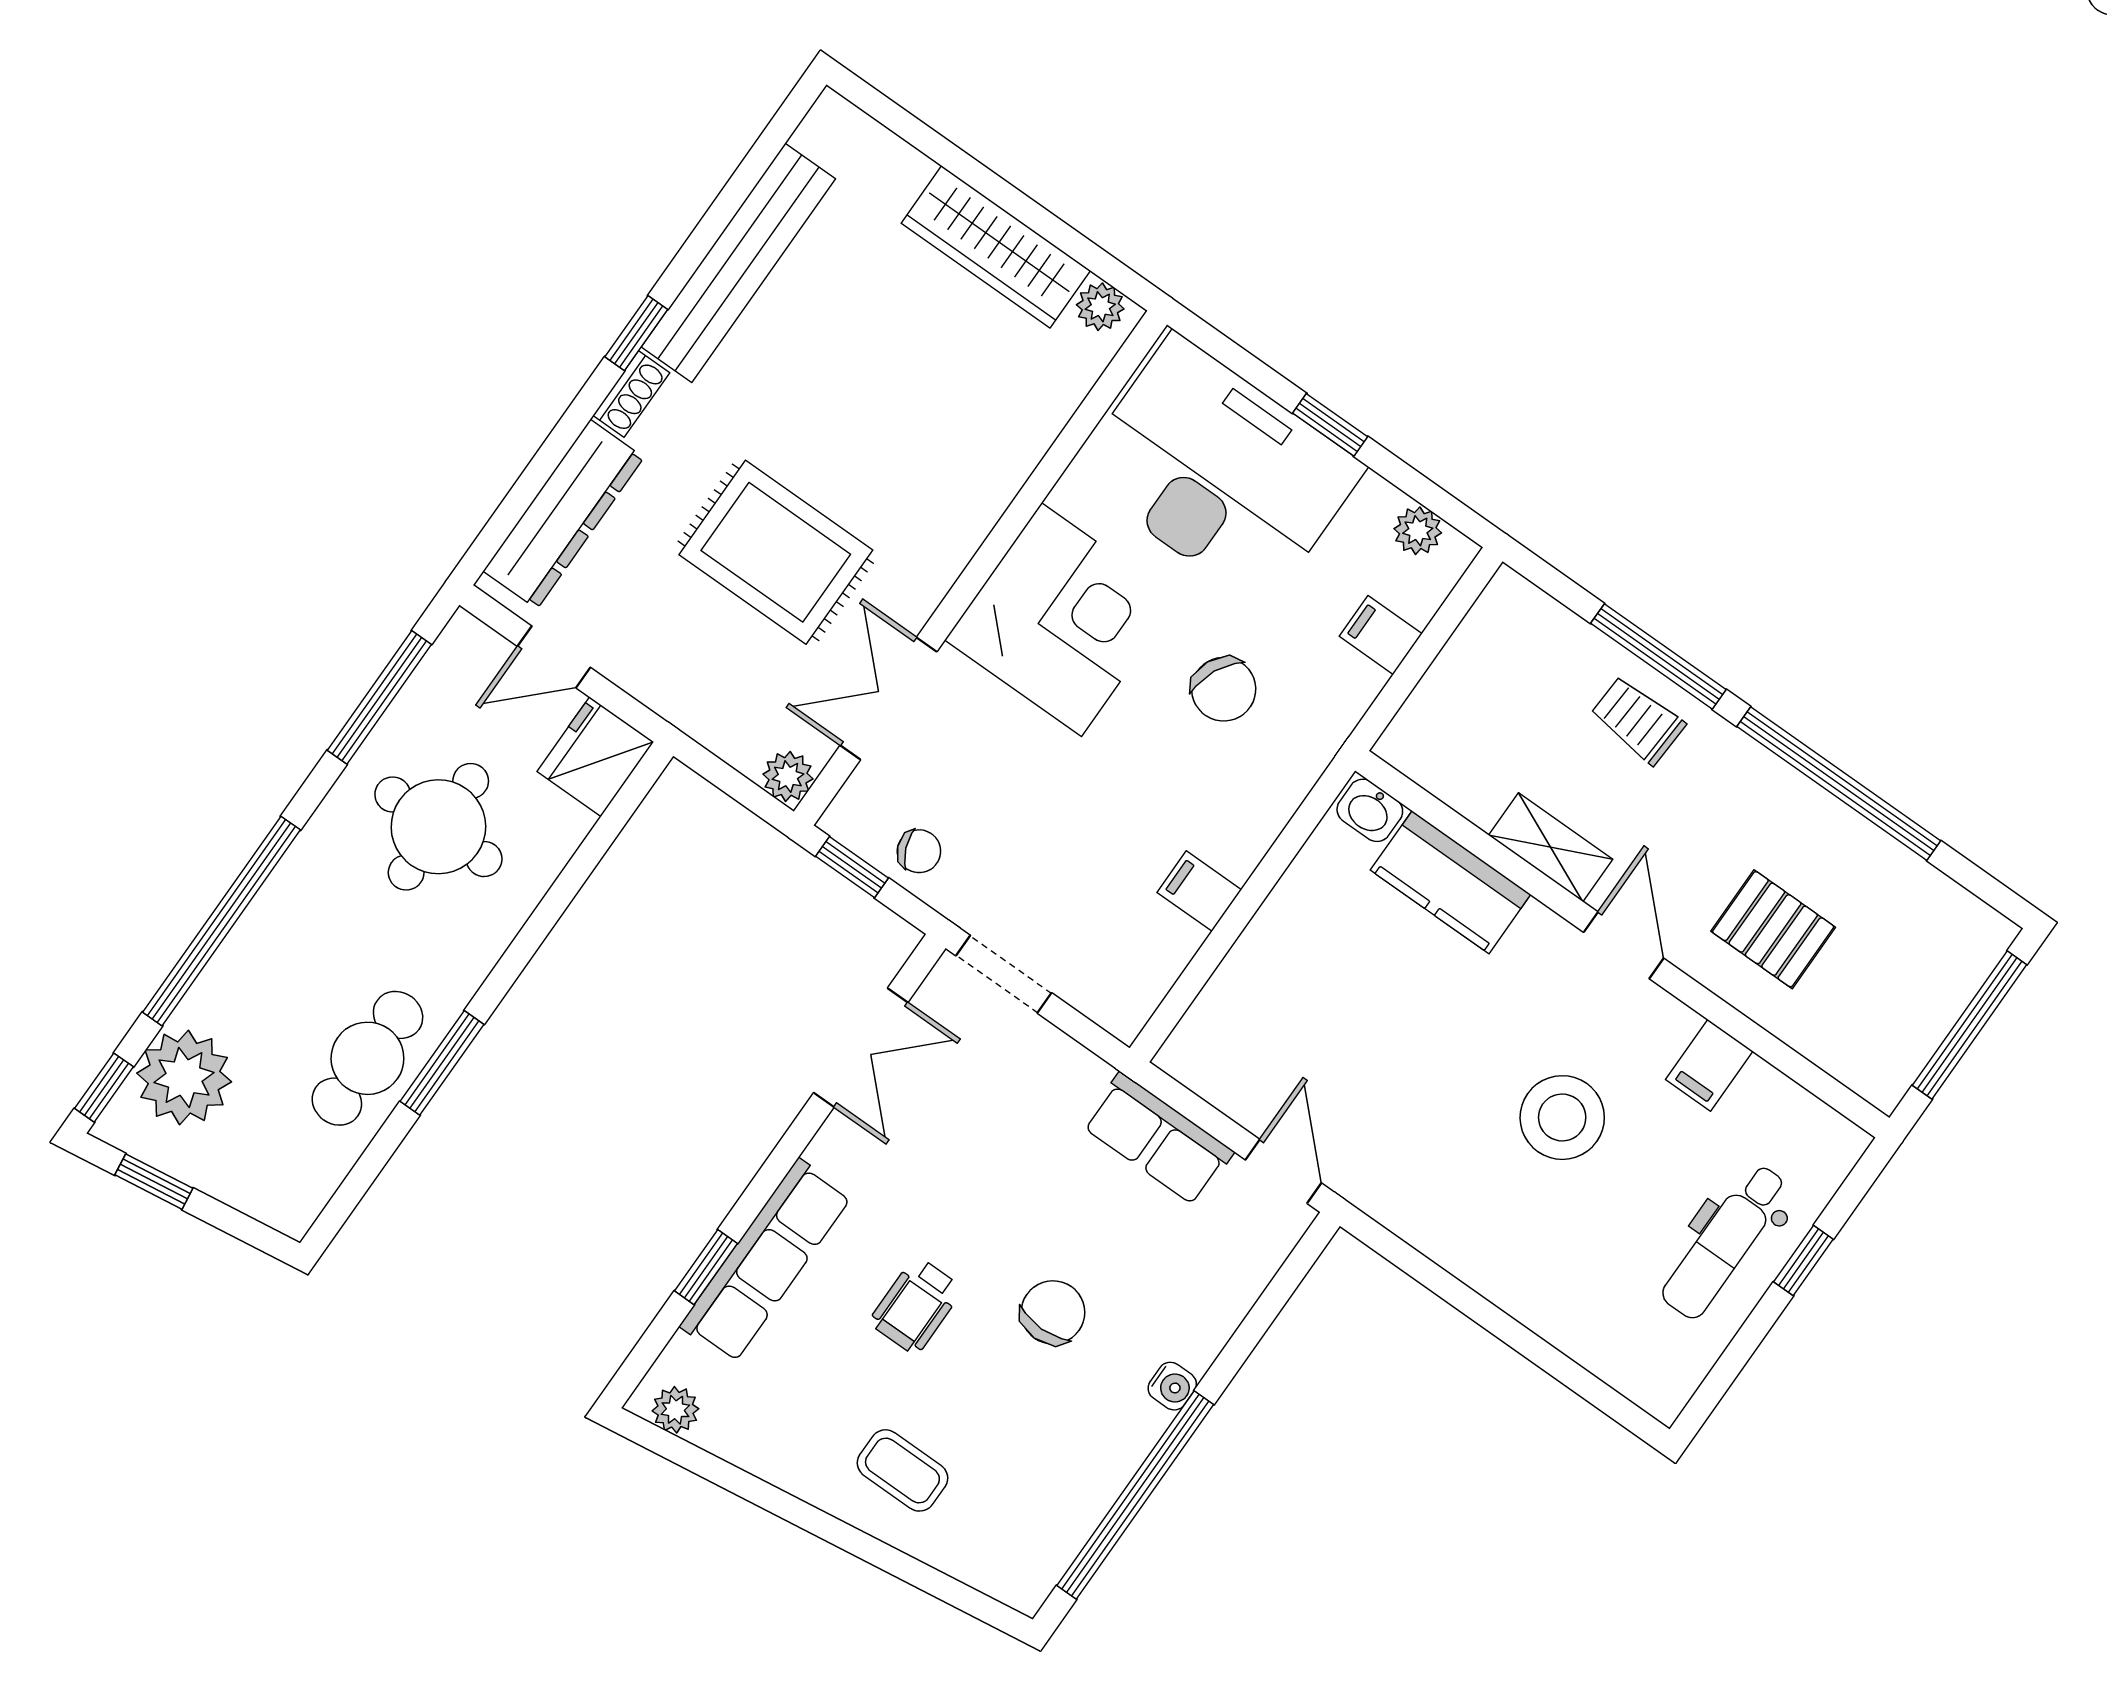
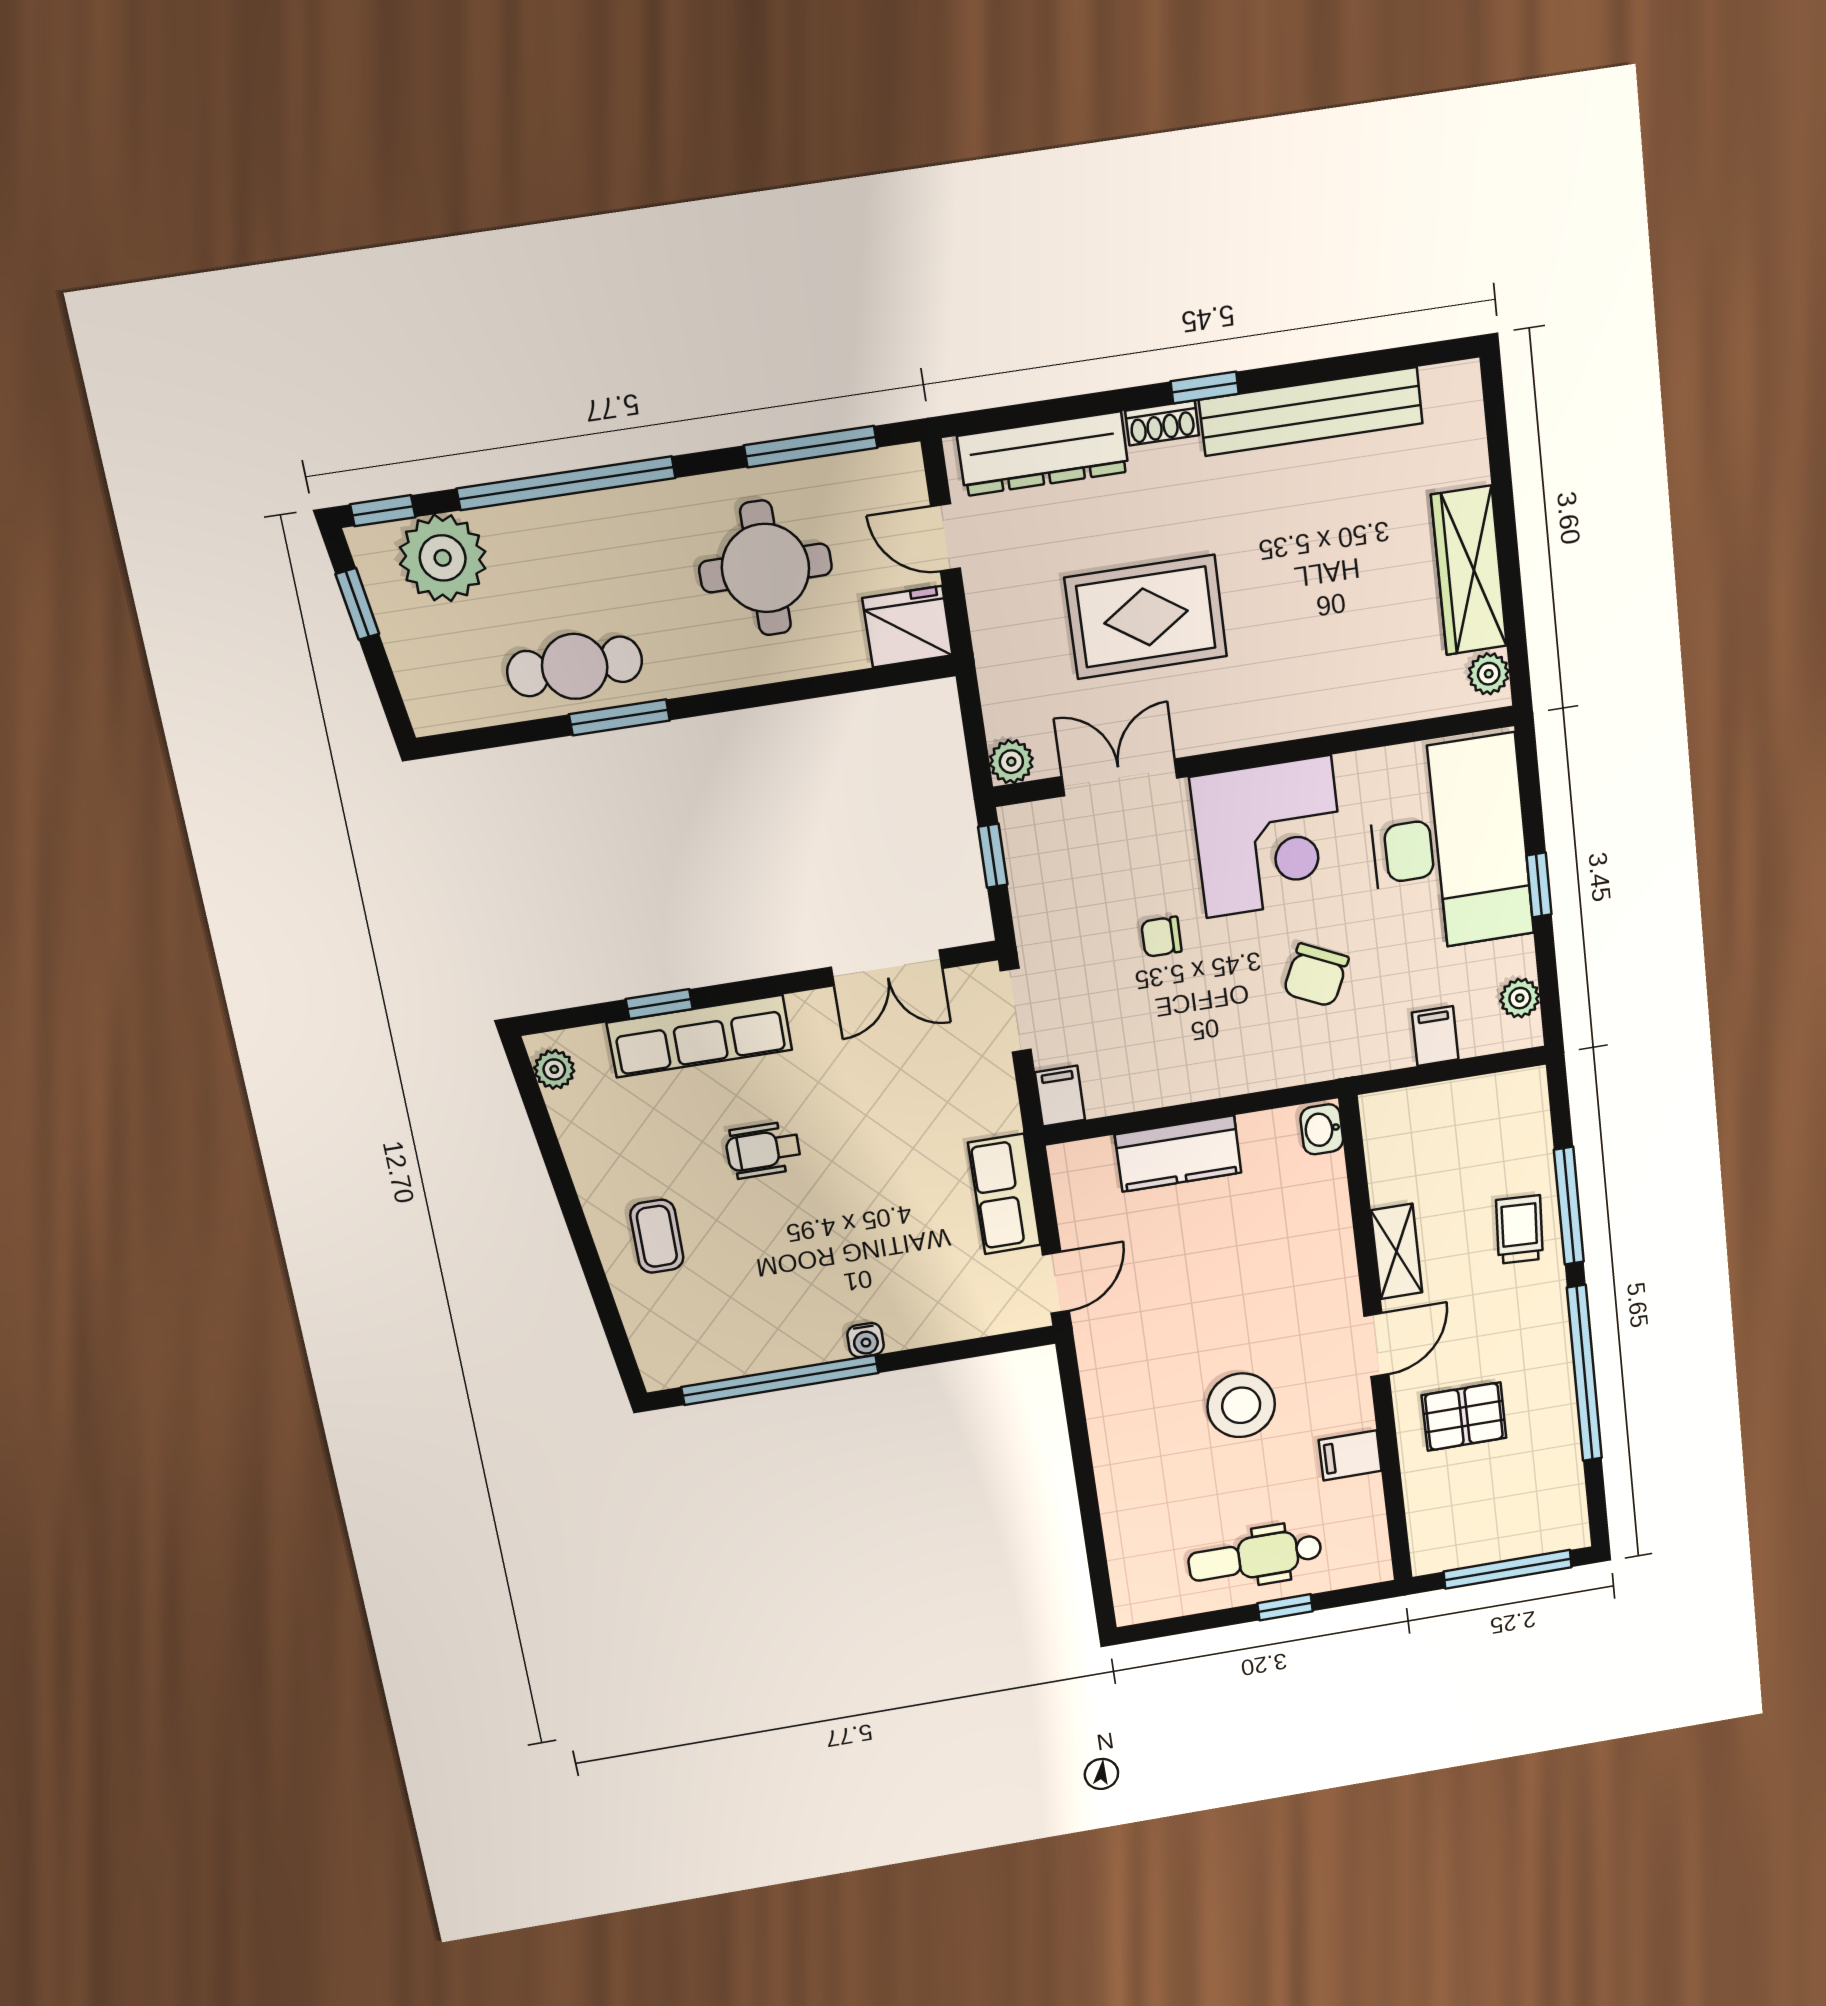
rug: (776, 552) -> (1146, 617), turned 90
chair: (919, 851) -> (1161, 937), moved, turned 112
kitchen counter: (1451, 882) -> (1178, 1154), moved, turned -90
filing cabinet: (1199, 891) -> (1060, 1096), moved
pallet: (1773, 929) -> (1464, 1417), turned 90
chair: (1053, 1312) -> (840, 1232), removed

